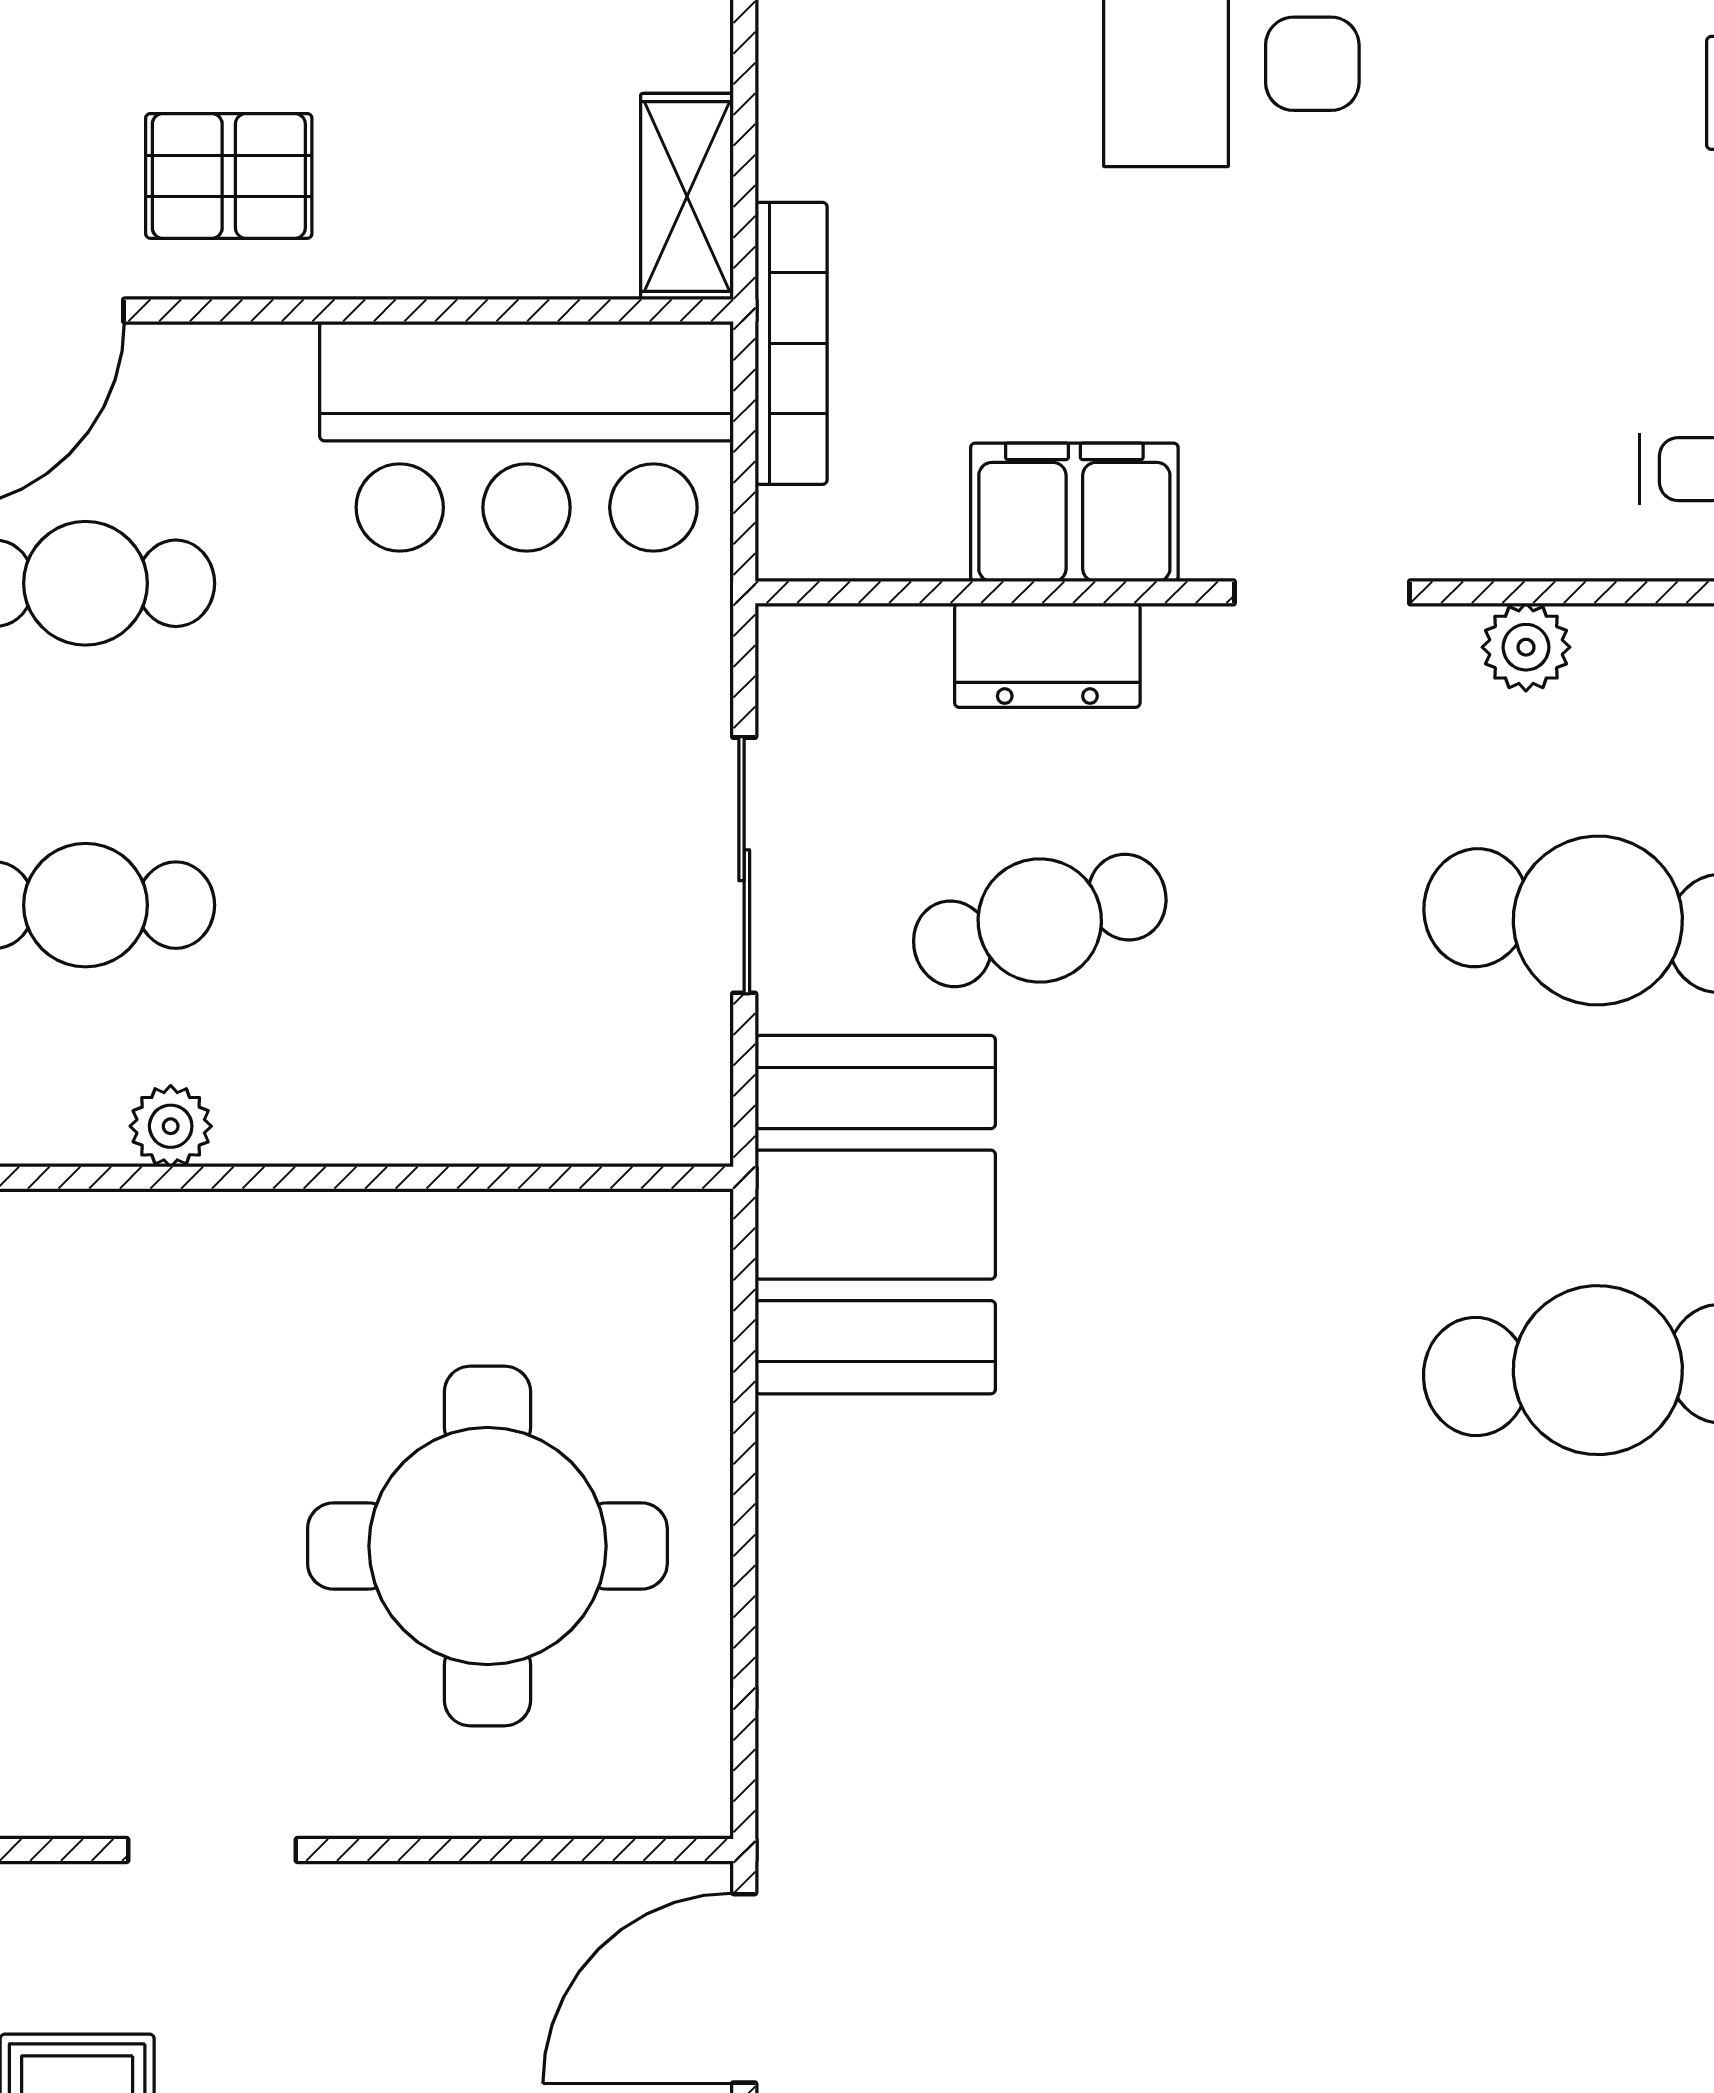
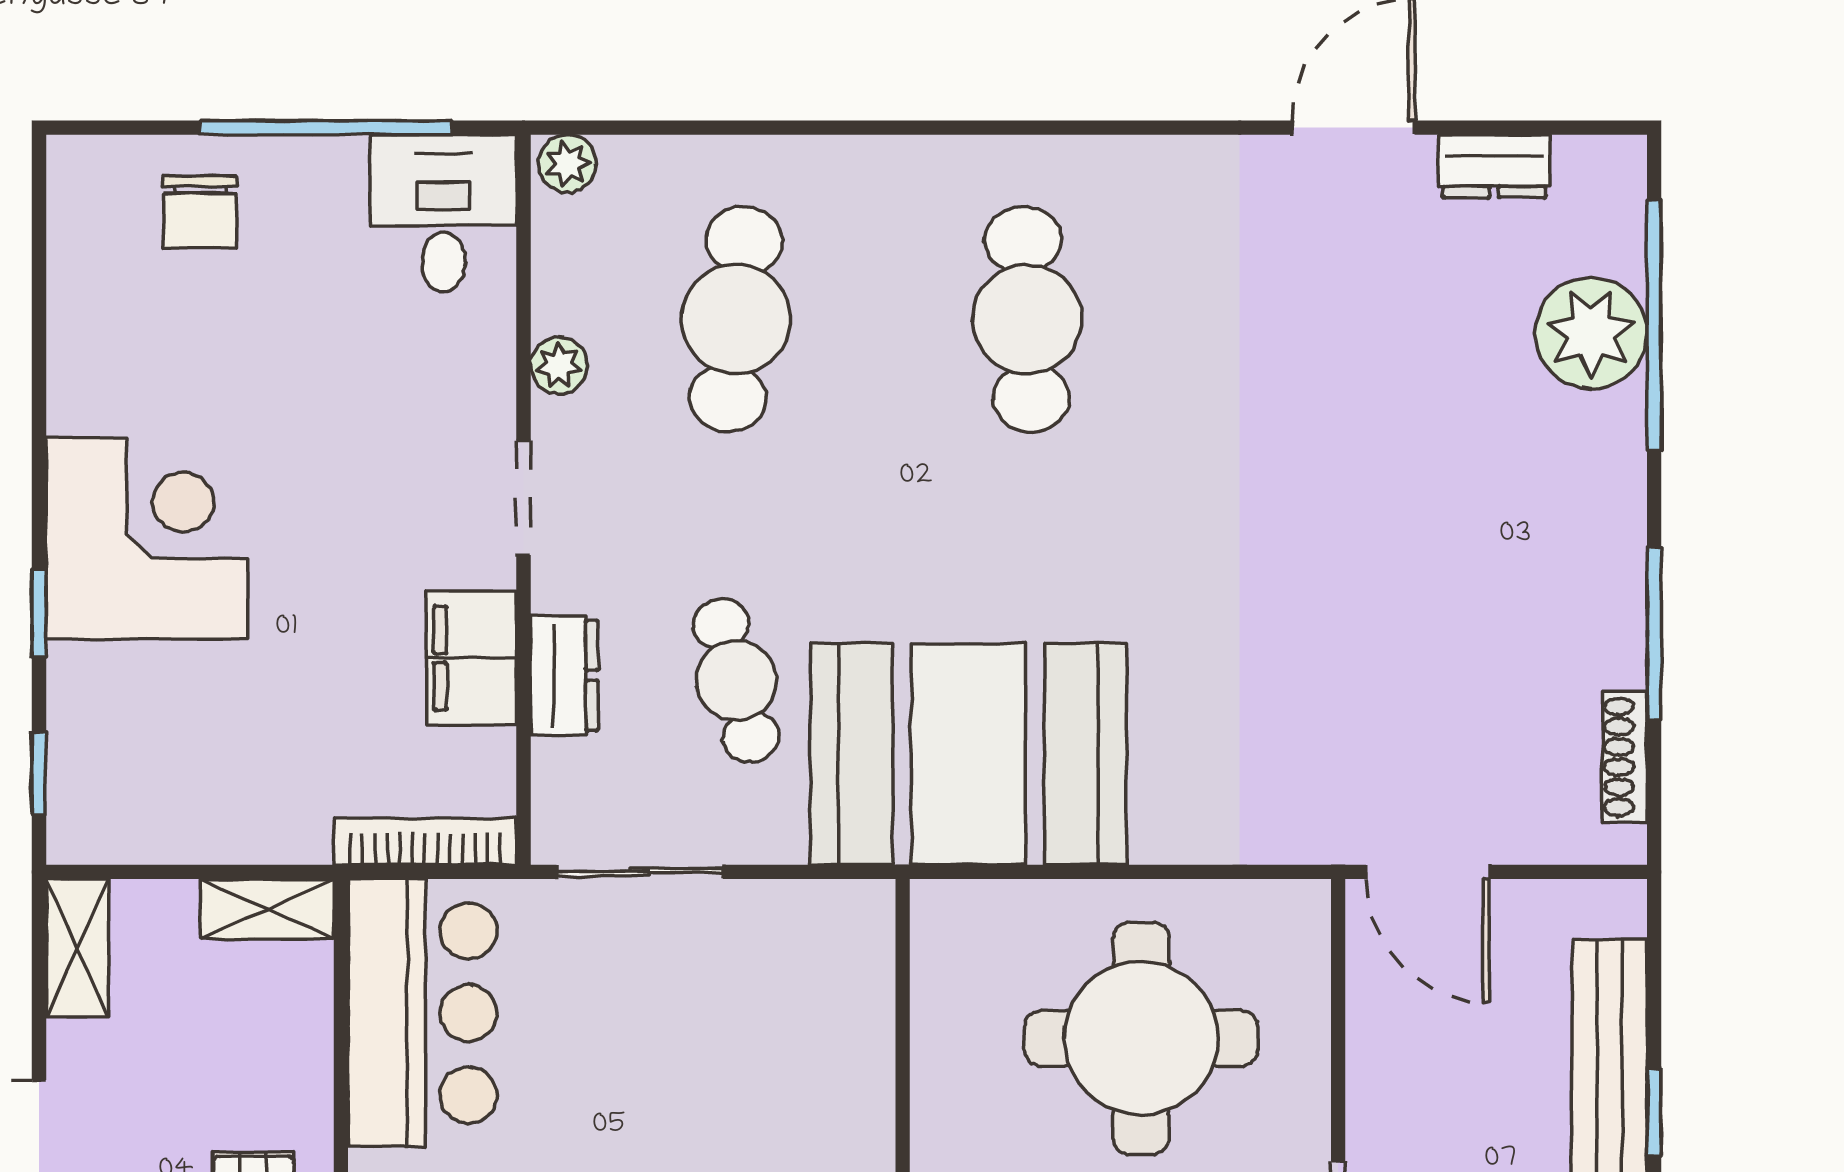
bookcase: (791, 343) -> (425, 842), moved
sliding door: (744, 865) -> (640, 872), moved
booth: (875, 1215) -> (968, 754), width x1.36, depth x1.42

